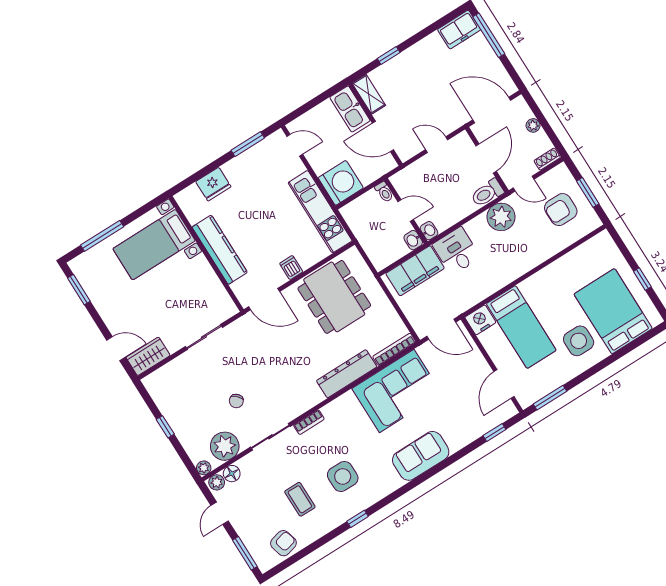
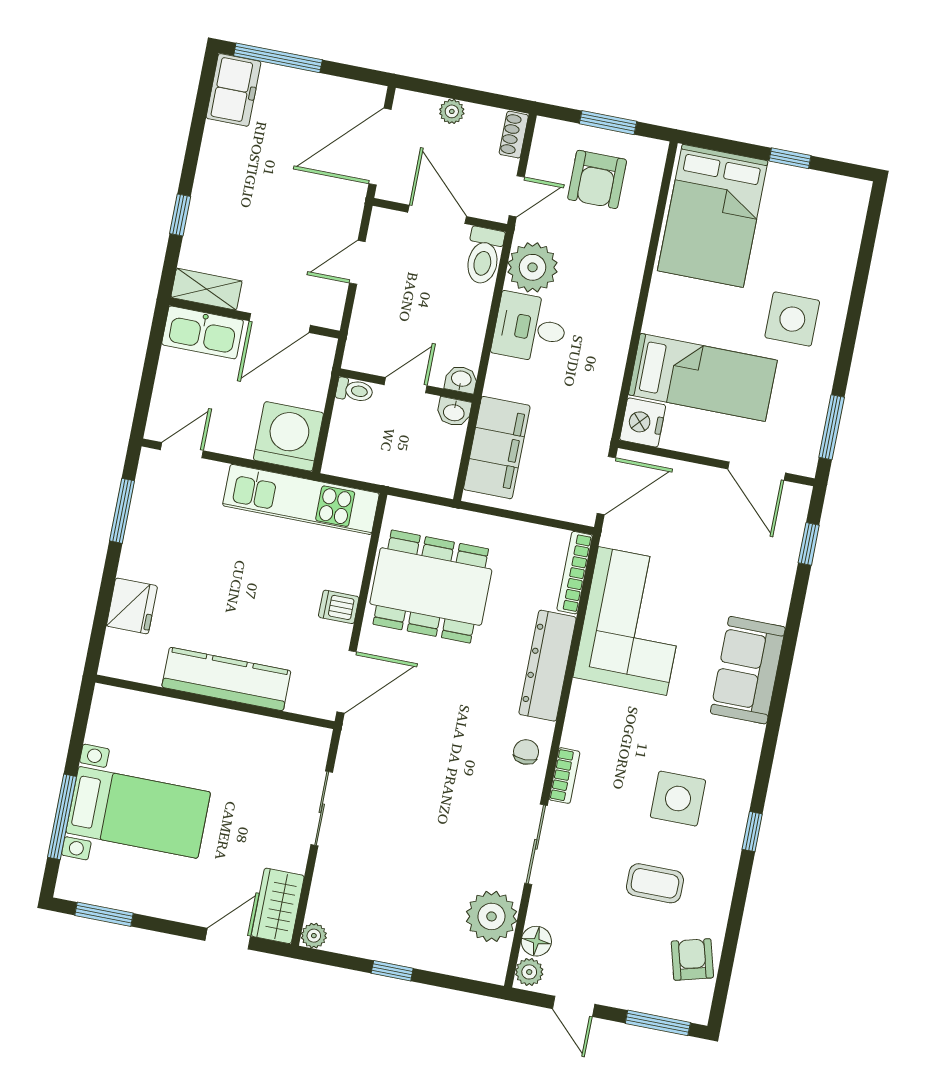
bed with nightstands: (154, 245) -> (138, 812), moved, turned -90
desk: (456, 251) -> (530, 328), moved
bed: (613, 311) -> (713, 216), moved, turned -90
chair: (236, 401) -> (526, 752), moved, turned -135
plant: (204, 468) -> (314, 936), moved

